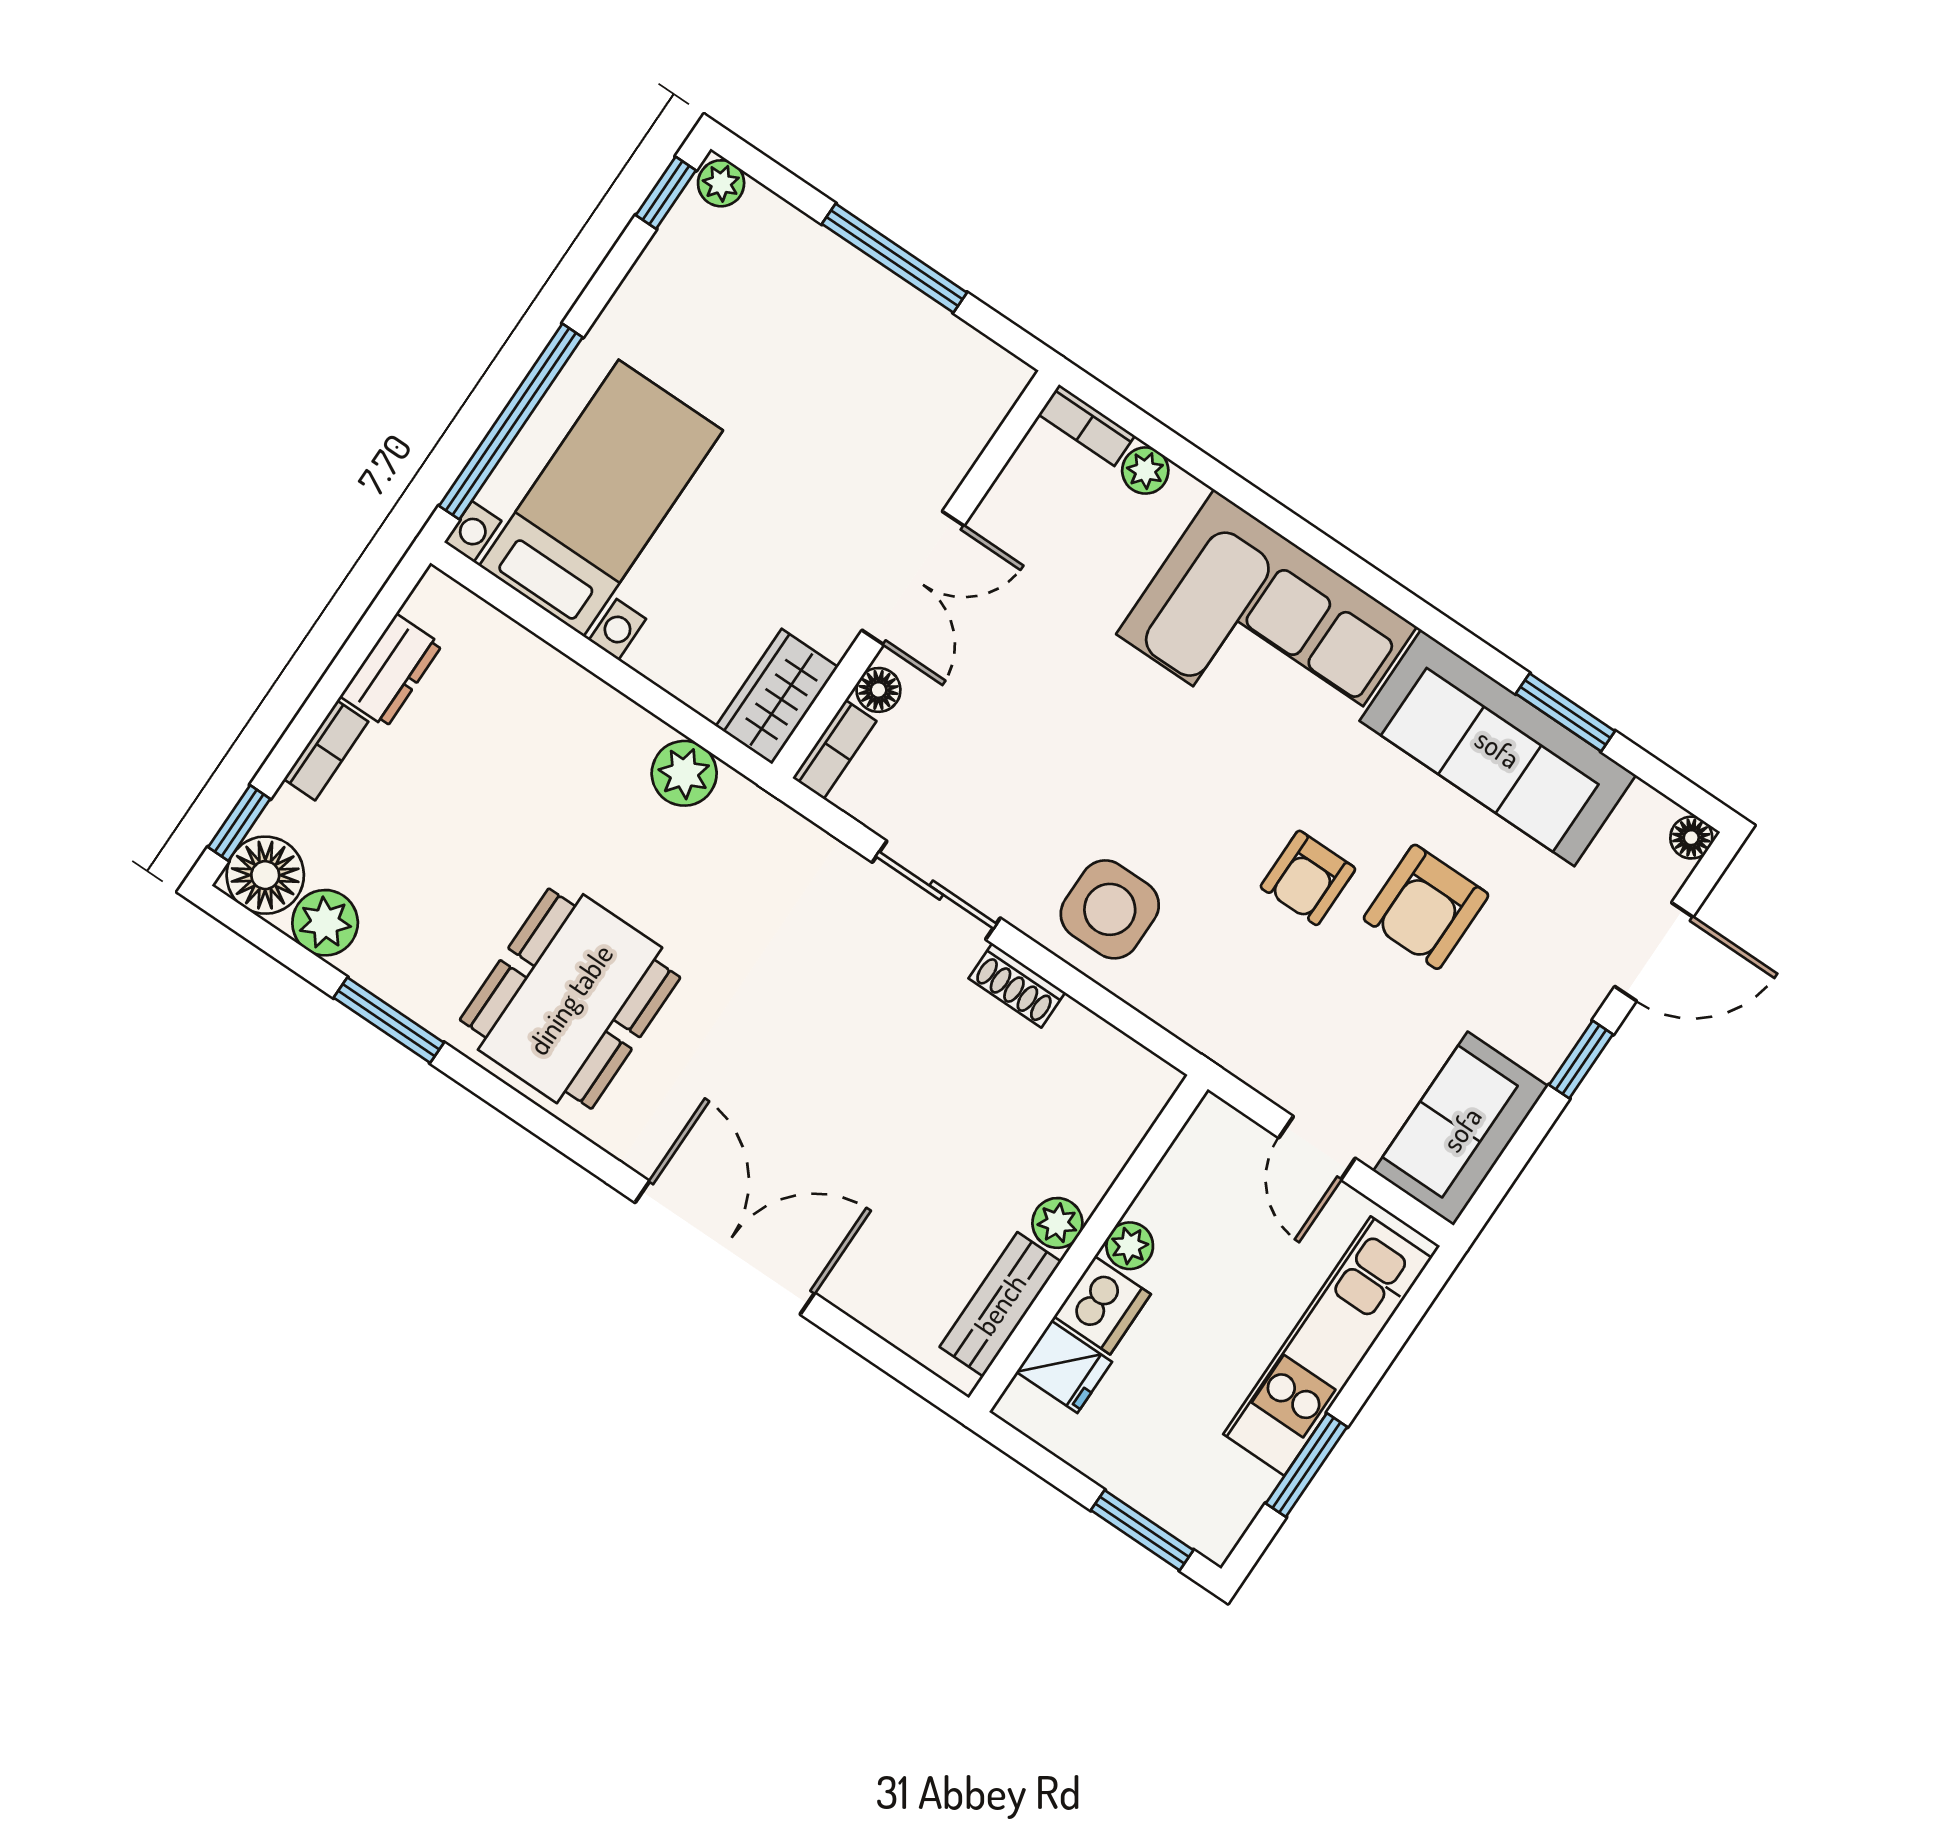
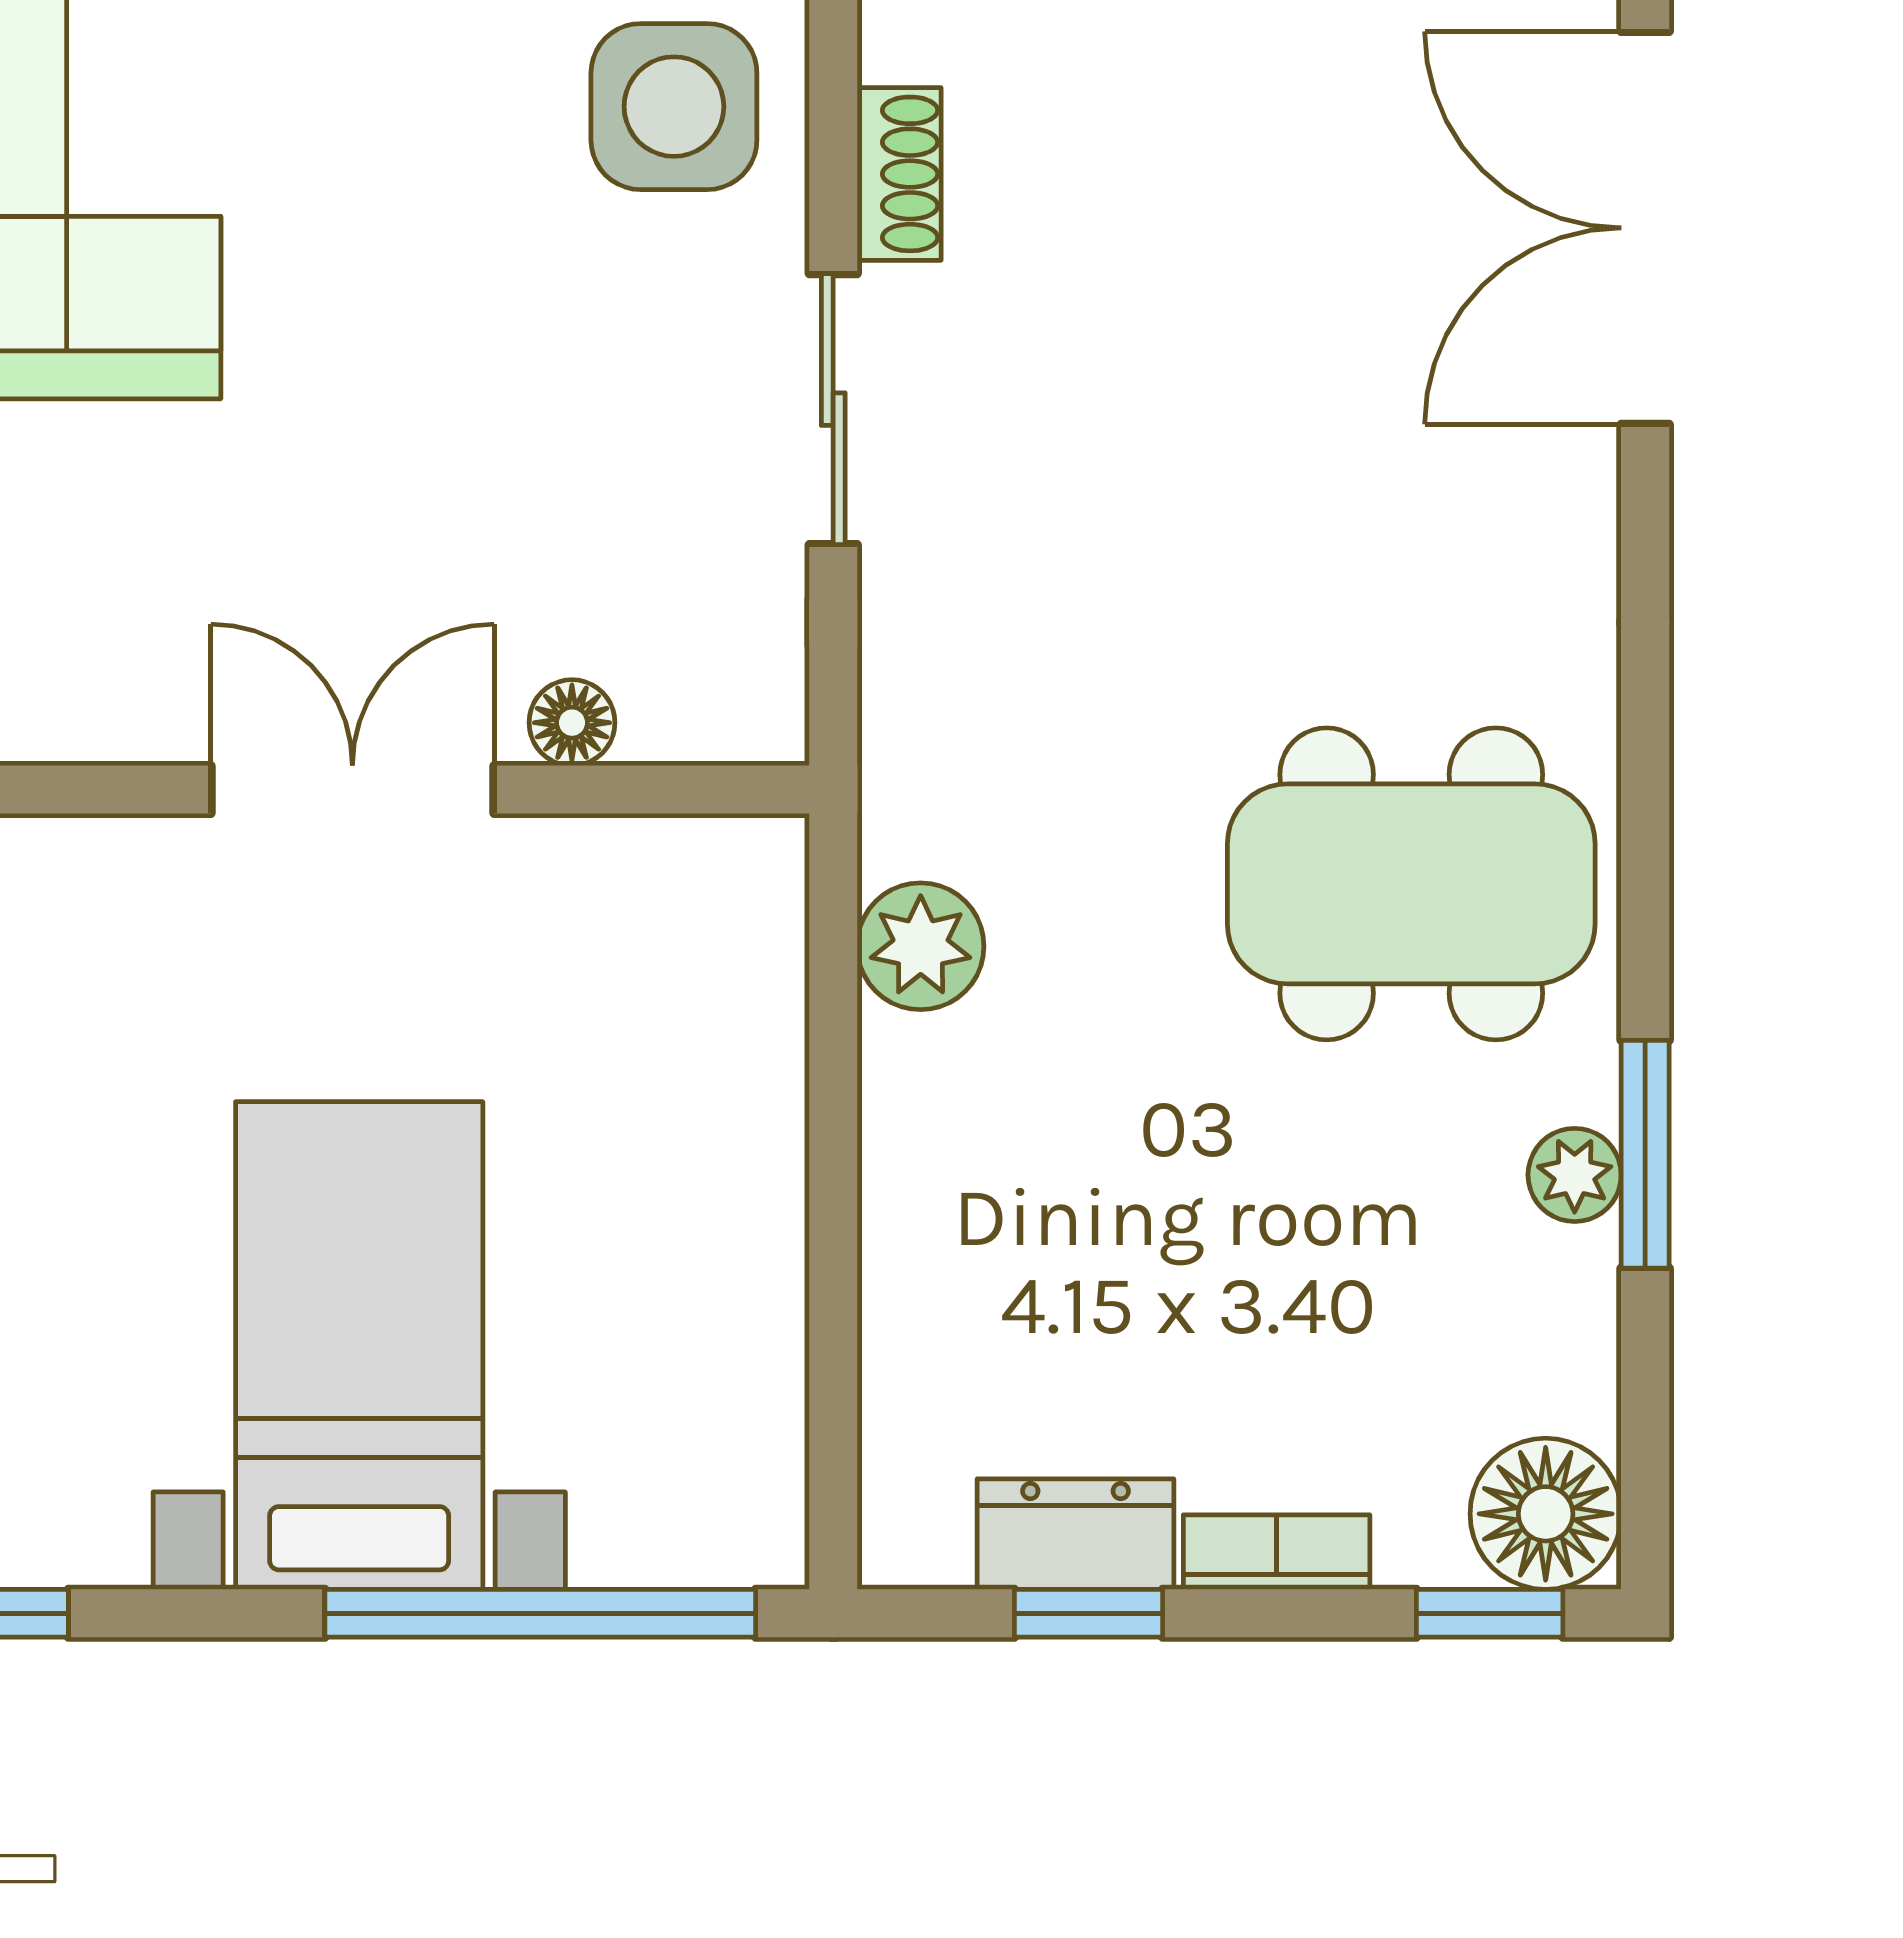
bed with nightstands: (601, 498) -> (359, 1346), moved, turned 90
window: (354, 653) -> (1088, 1613), added
wardrobe: (777, 696) -> (694, 880), removed
bookcase: (834, 750) -> (717, 729), removed
plant: (325, 923) -> (1575, 1175), moved, width x0.73, depth x0.73
double door: (725, 1248) -> (1645, 228), moved

